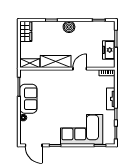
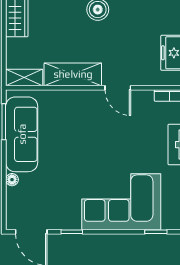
door: (80, 69) -> (118, 88), swing flipped
sofa: (28, 99) -> (22, 134), width x1.36

